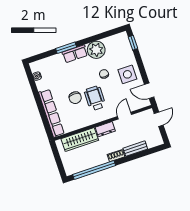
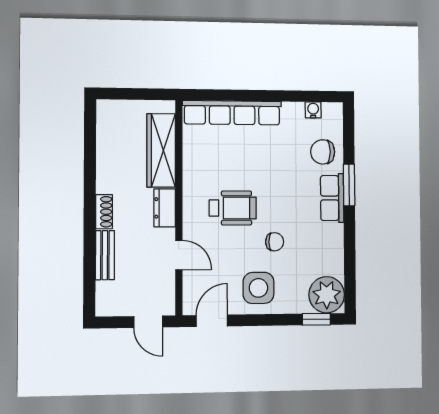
plant: (96, 50) -> (327, 295), moved
chair: (75, 98) -> (323, 152), moved
window: (94, 170) -> (90, 158), removed

